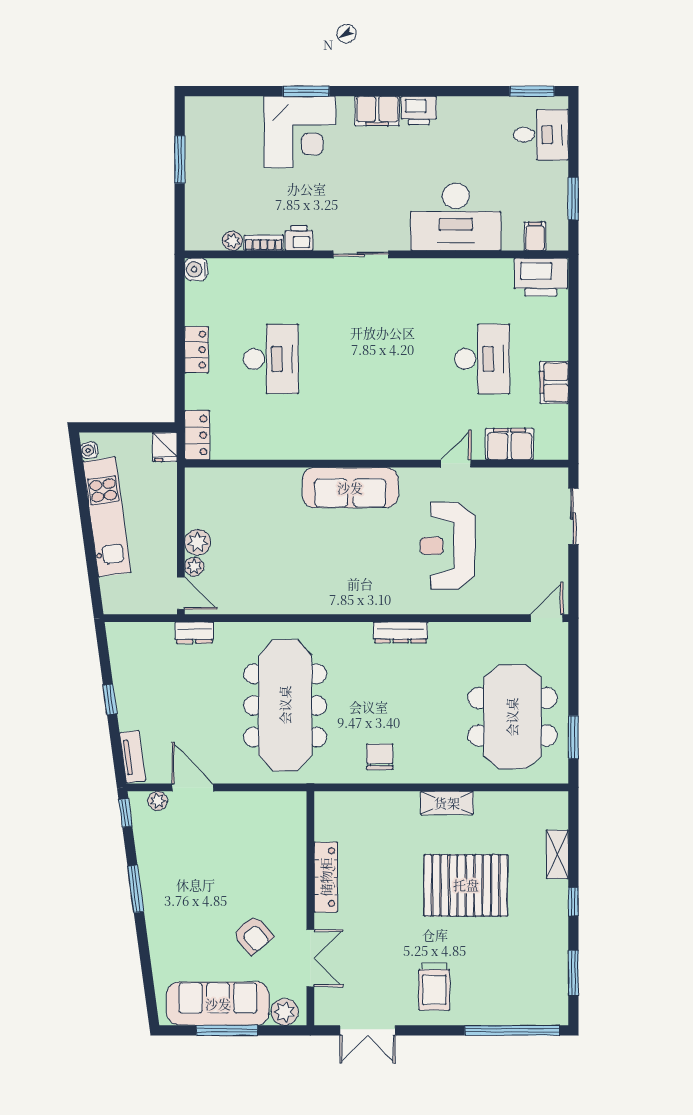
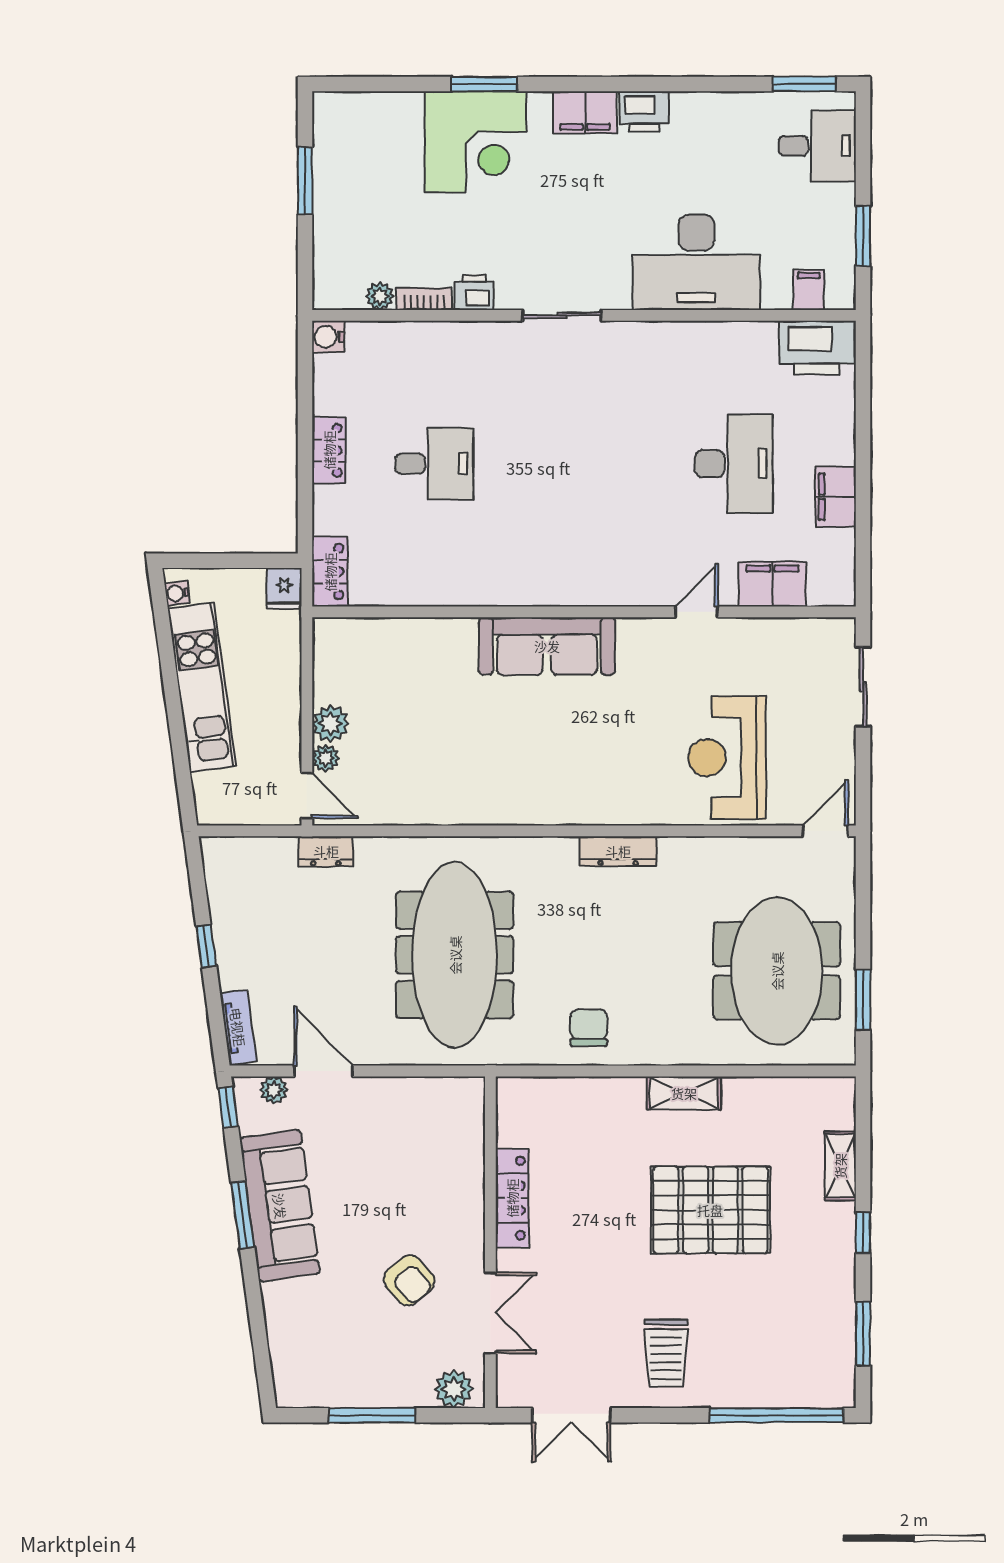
desk: (271, 359) -> (434, 464), width x0.73
reception desk: (448, 546) -> (727, 758), moved
sofa: (218, 1004) -> (280, 1206), moved, turned 82

